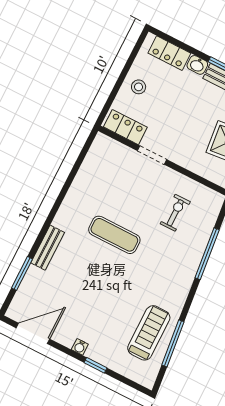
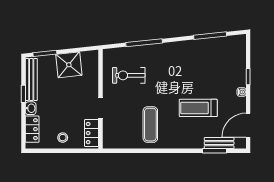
exercise bike: (175, 213) -> (129, 75), width x1.38, depth x1.39
exercise mat: (114, 235) -> (150, 125), moved
bench: (48, 248) -> (219, 143), moved
door: (33, 333) -> (248, 125), hinge flipped
treadmill: (149, 333) -> (198, 108), moved

